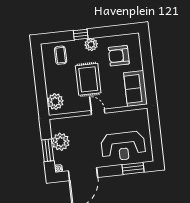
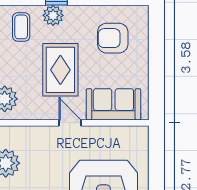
plant: (91, 44) -> (53, 15), moved
sofa: (136, 89) -> (113, 104), moved, turned 90

